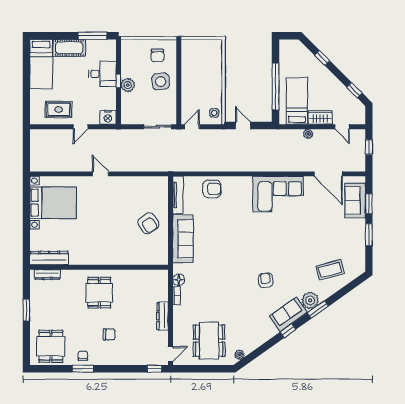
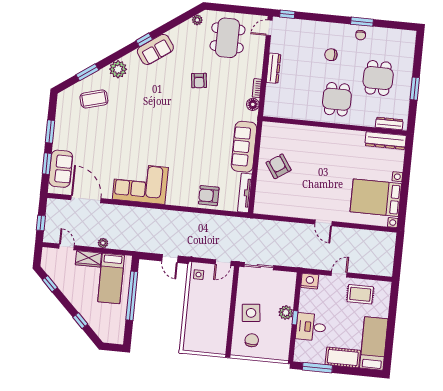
armchair: (266, 280) -> (199, 81), moved
window: (318, 309) -> (87, 72), moved
sofa: (288, 314) -> (155, 49), moved
dining table: (51, 346) -> (378, 78), moved

